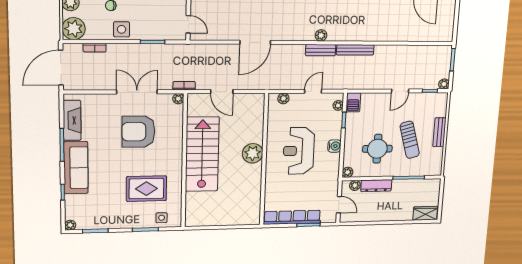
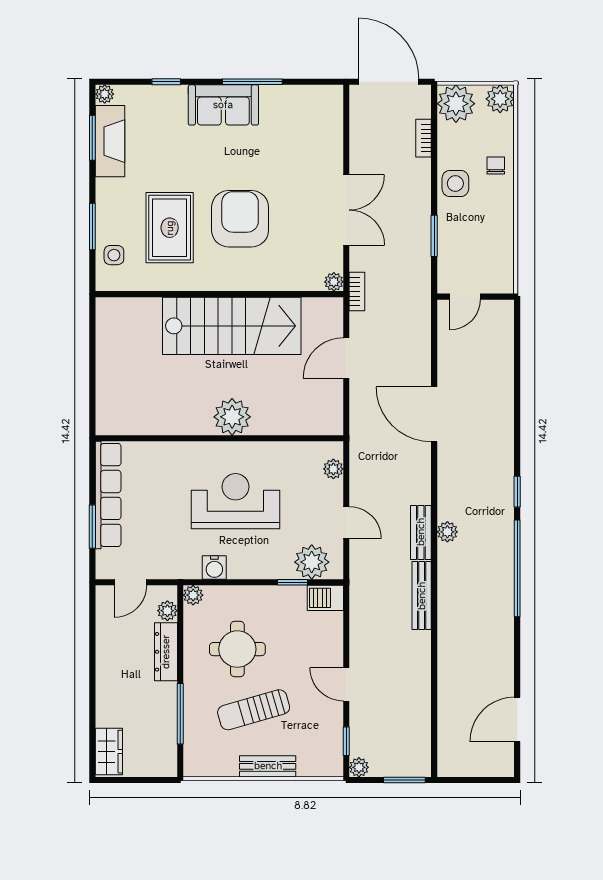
plant: (338, 105) -> (312, 562), width x1.88, depth x1.88
fireplace: (72, 120) -> (110, 141), moved, turned -90
armchair: (138, 132) -> (240, 219), moved
water cooler: (334, 146) -> (214, 567), moved
sofa: (76, 168) -> (223, 105), width x0.73

